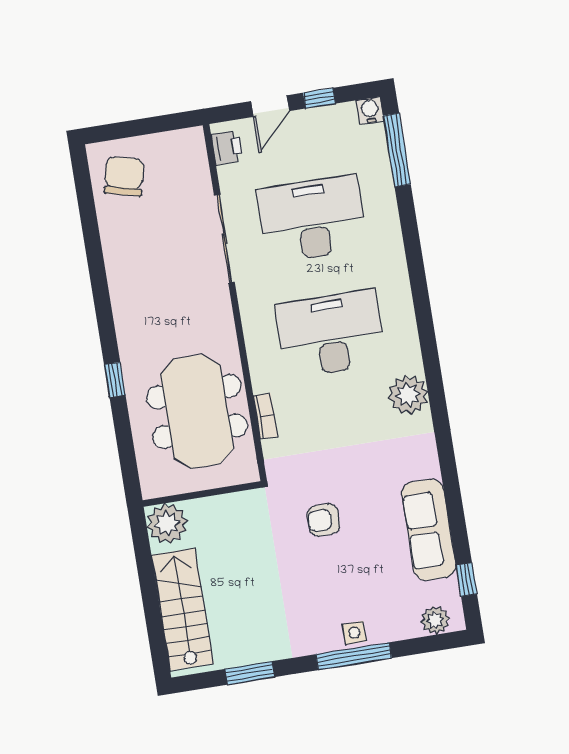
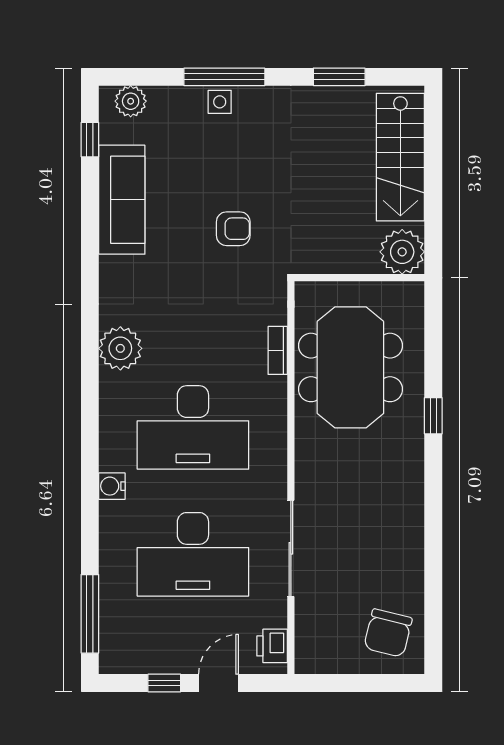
water cooler: (370, 110) -> (112, 486), moved, turned 90

